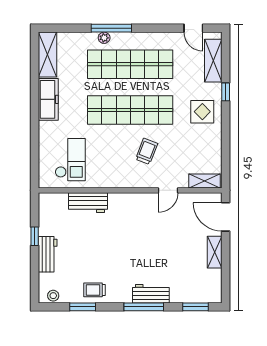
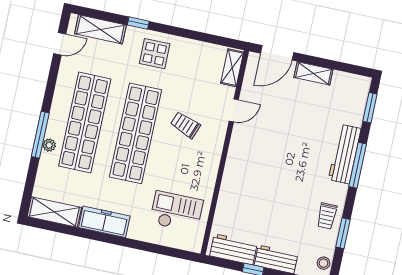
door: (168, 190) -> (234, 110), hinge flipped
workbench: (88, 203) -> (234, 249), moved, turned -90
workbench: (151, 294) -> (345, 154), width x1.38

